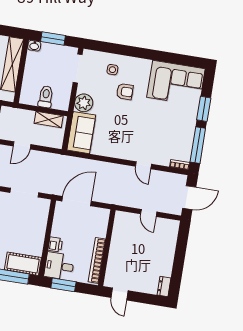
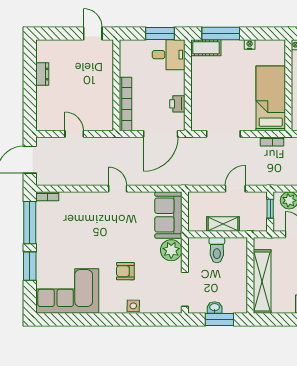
washbasin: (34, 46) -> (215, 308), moved
side table: (112, 70) -> (133, 306), moved
shelving: (49, 119) -> (223, 224), moved
door: (143, 165) -> (118, 189), moved
printer: (55, 244) -> (177, 104), moved
bookcase: (97, 260) -> (126, 104), moved
cot: (23, 264) -> (206, 48), width x0.73, depth x0.75
dresser: (164, 286) -> (42, 74), moved

